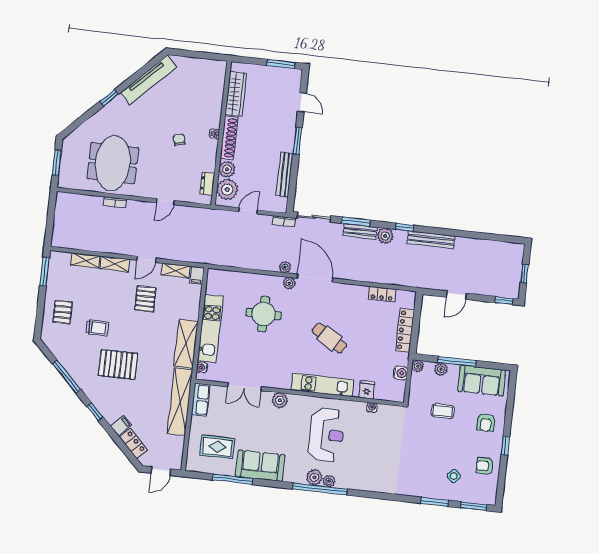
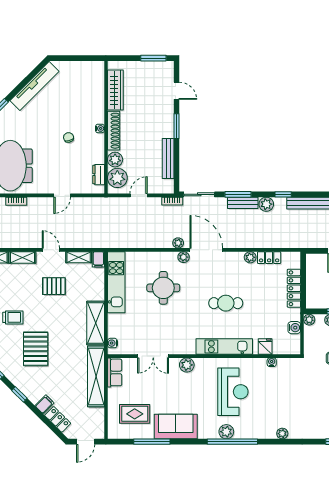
door: (146, 259) -> (51, 250), swing flipped
plant: (361, 291) -> (250, 257), added
pallet: (145, 299) -> (54, 286), turned 90
kitchen unit: (210, 328) -> (116, 282), moved
cafe table: (329, 338) -> (226, 303), turned -32
pallet: (118, 364) -> (36, 349), turned 90
plant: (329, 481) -> (282, 434), moved

